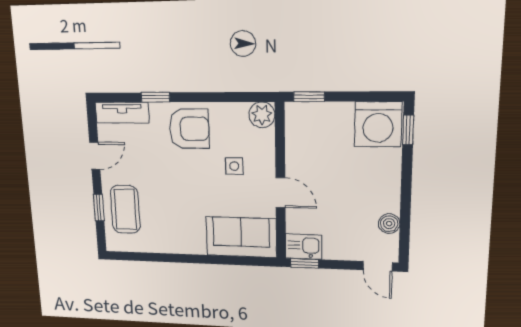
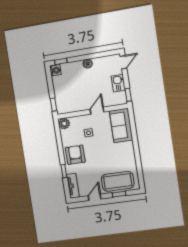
washing machine: (378, 124) -> (55, 70), width x0.53, depth x0.53
door: (95, 156) -> (95, 197), hinge flipped
coffee table: (125, 209) -> (118, 181), width x1.36, depth x1.32
boiler: (389, 224) -> (88, 64), moved
kitchen sink: (304, 247) -> (118, 83), moved

